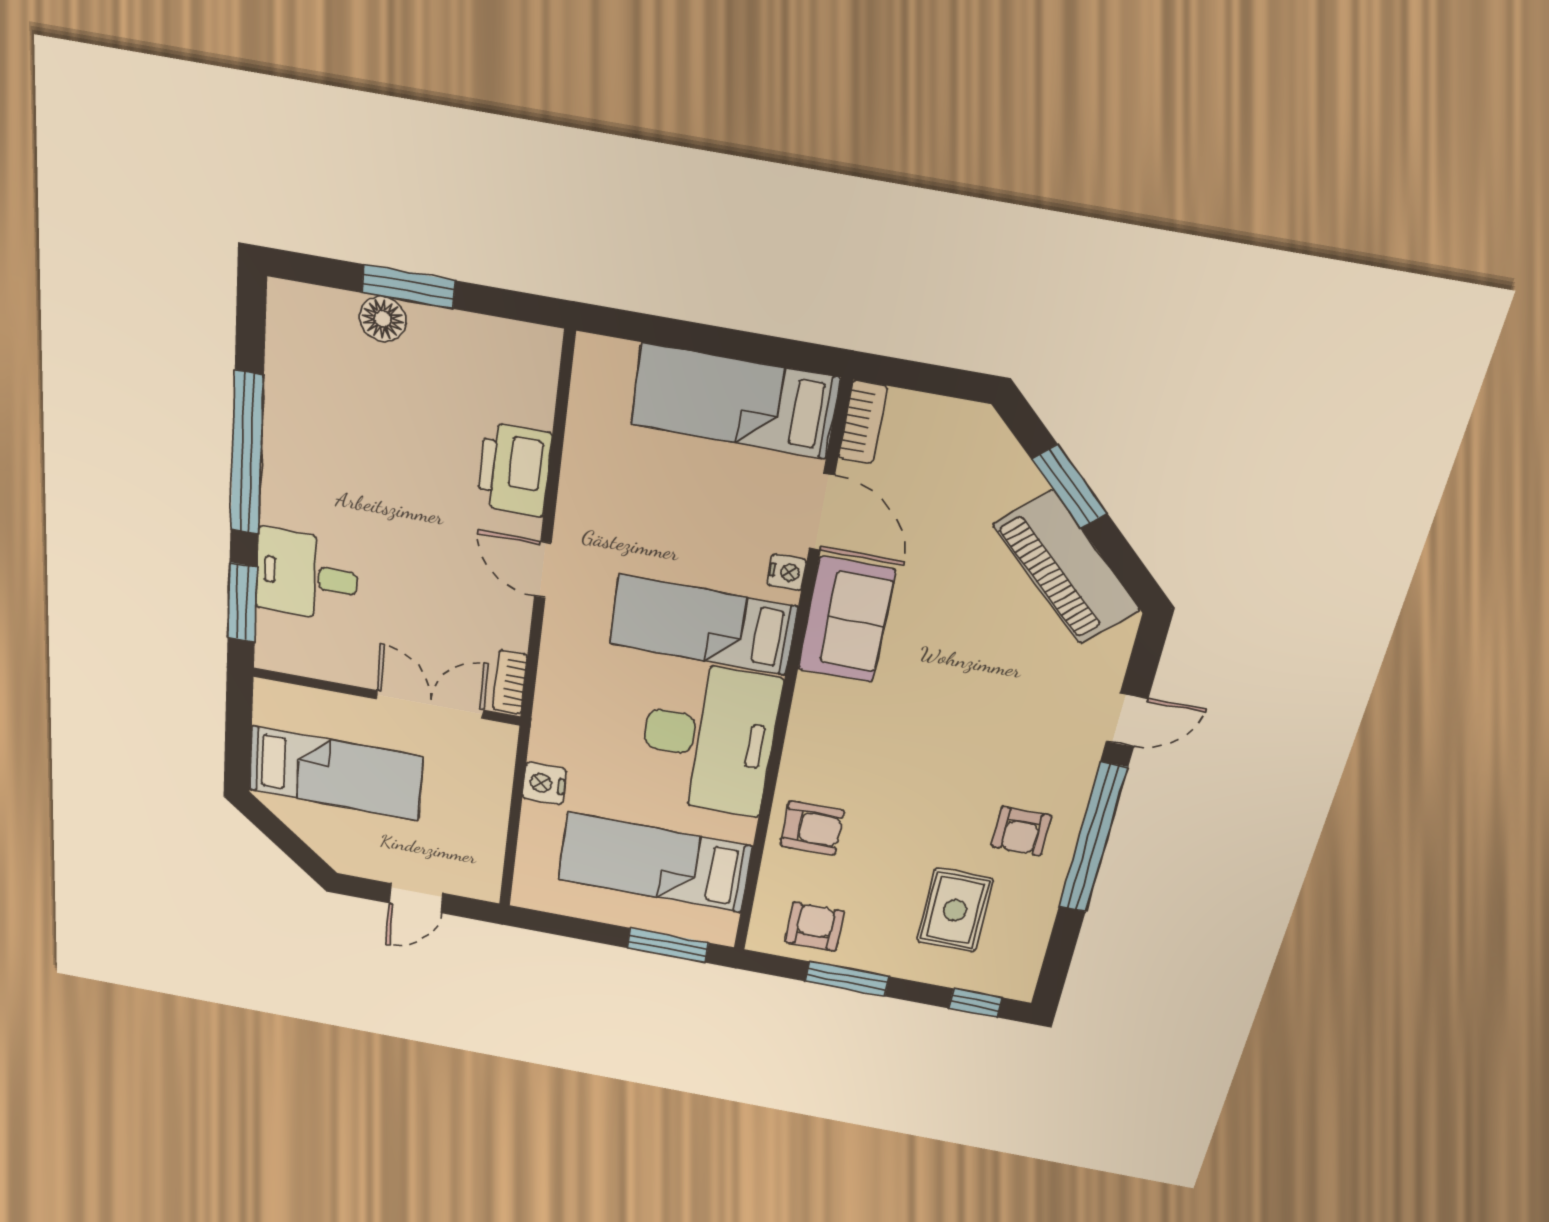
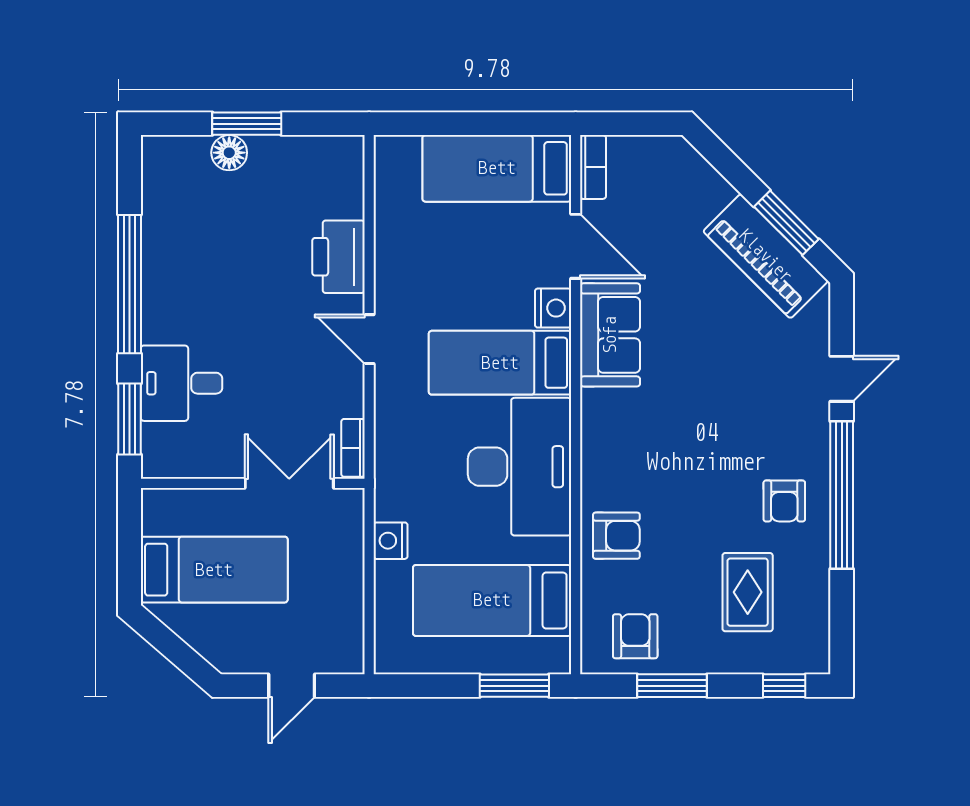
window: (1070, 486) -> (786, 223), moved
nightstand: (787, 572) -> (553, 308), width x1.39, depth x1.35

